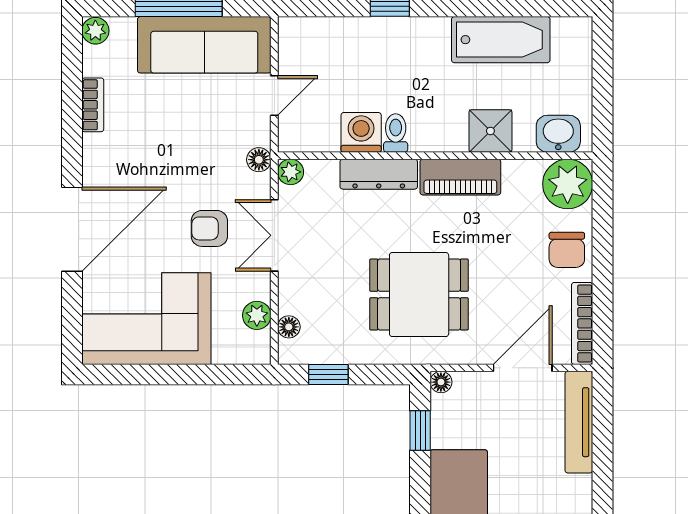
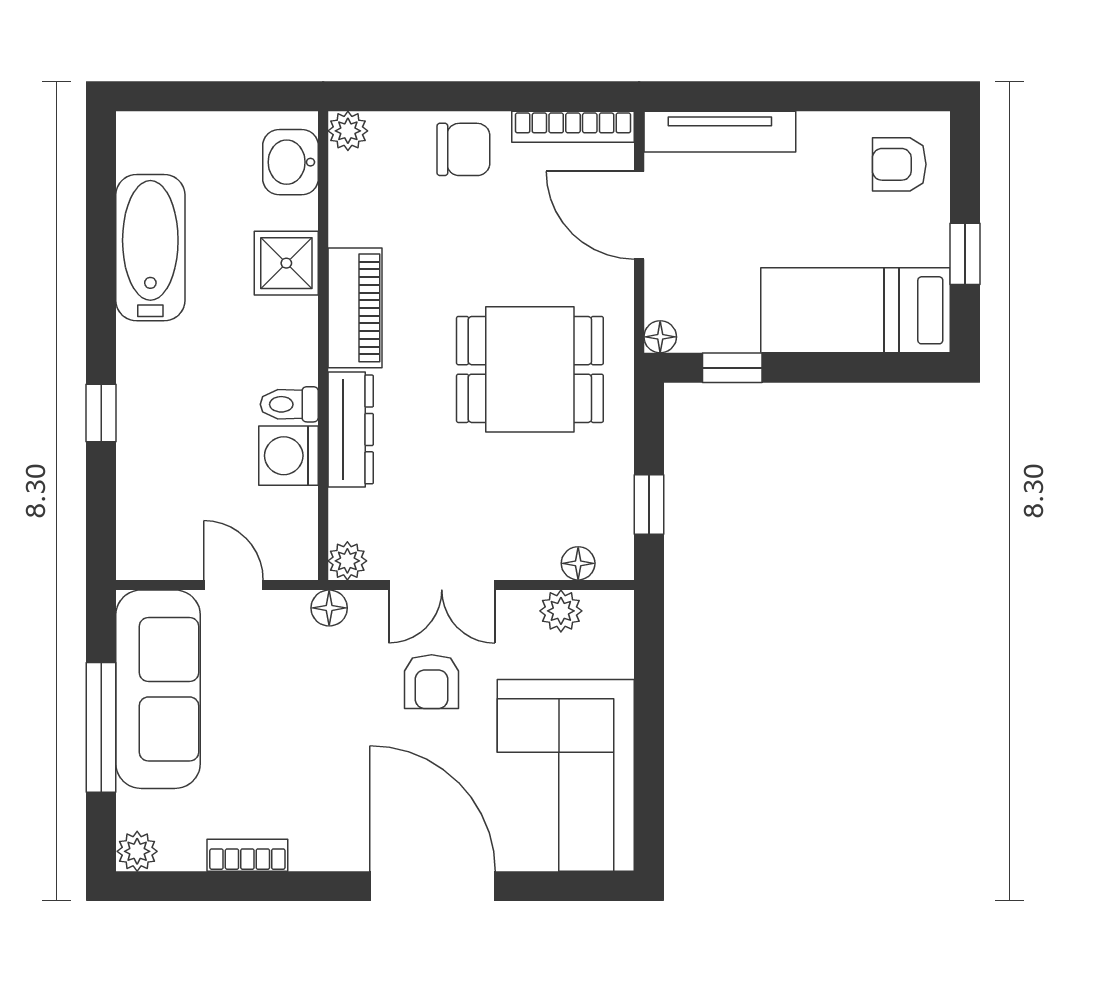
plant: (568, 184) -> (348, 131), width x0.53, depth x0.53
dining table: (419, 295) -> (530, 369), turned 90

